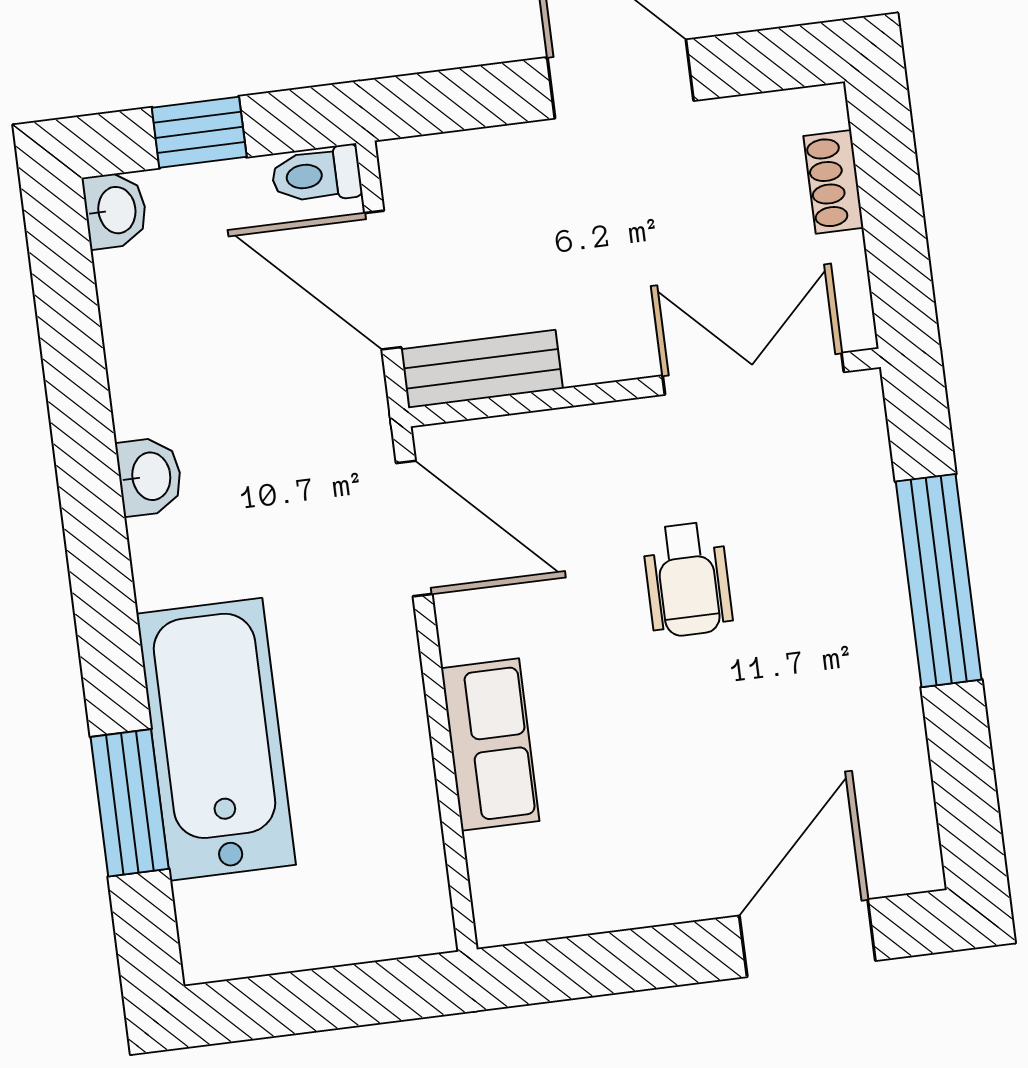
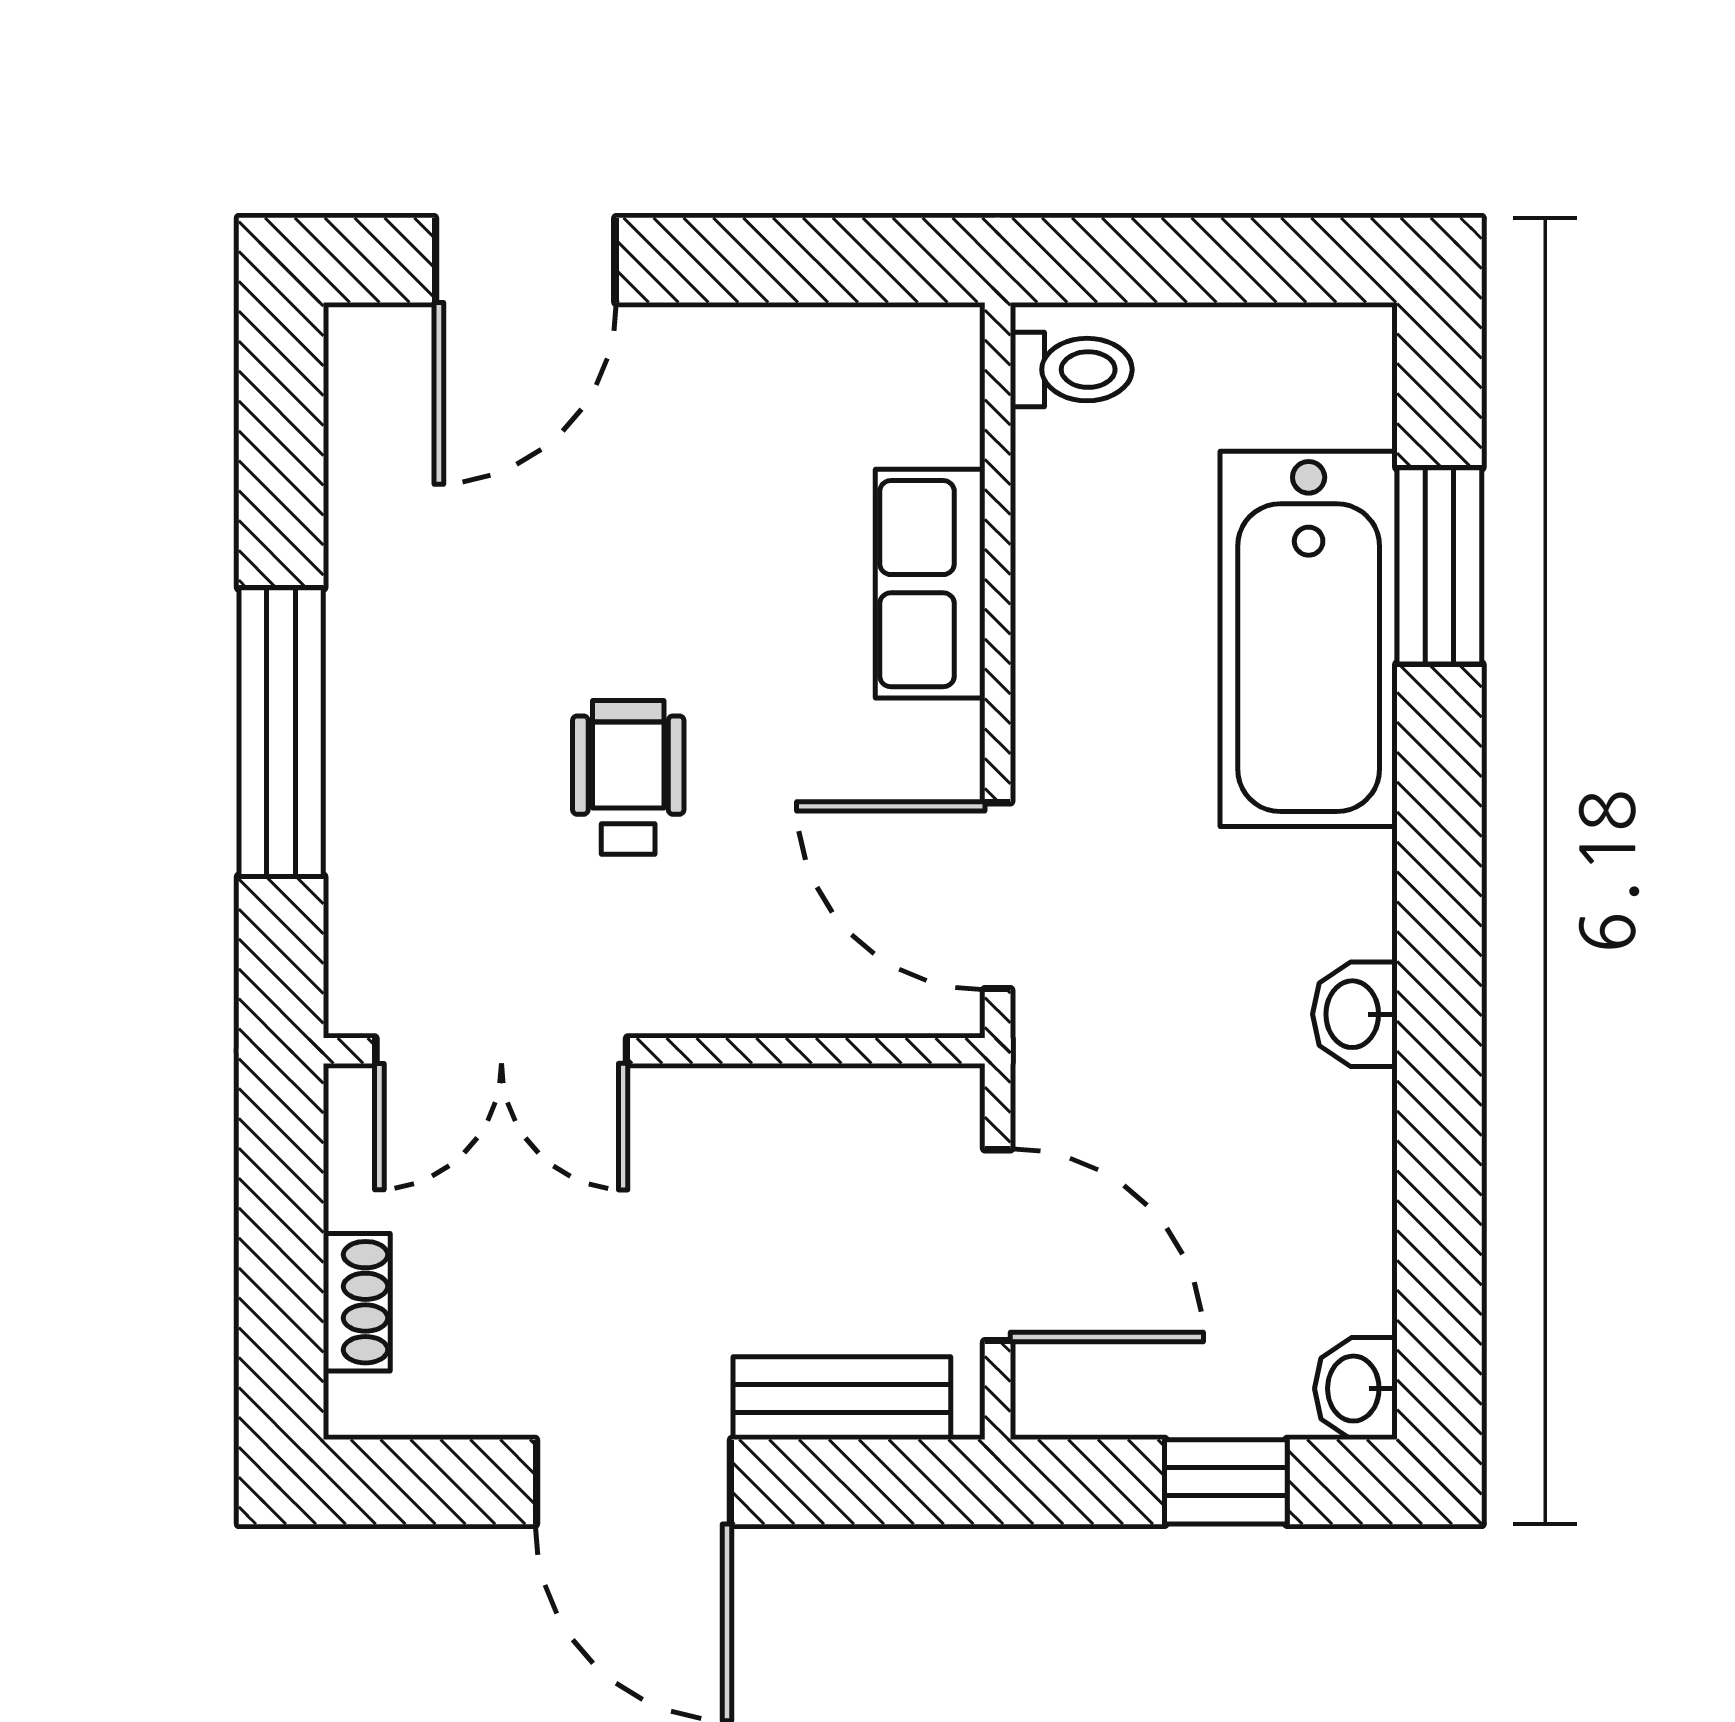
toilet: (316, 175) -> (1071, 370), moved
bench: (482, 369) -> (842, 1398), moved

